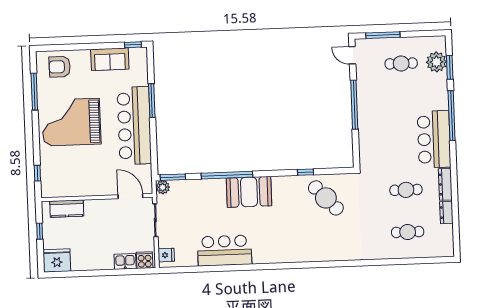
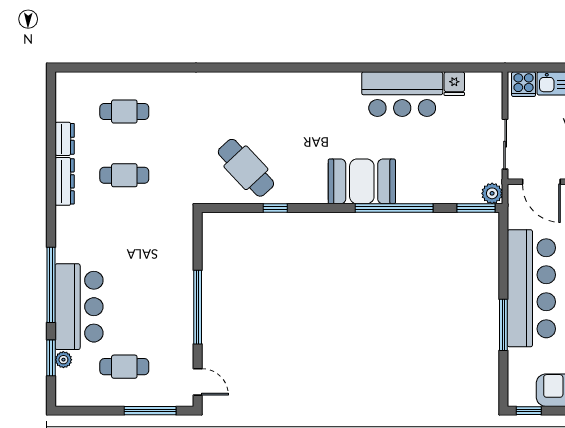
plant: (436, 62) -> (63, 360), width x0.53, depth x0.53
bar counter: (434, 139) -> (79, 307), moved
fridge: (166, 255) -> (454, 84), moved, turned -90

